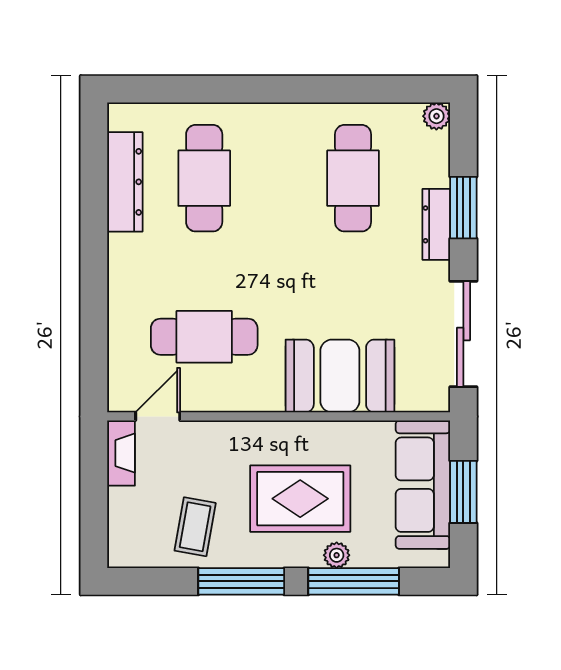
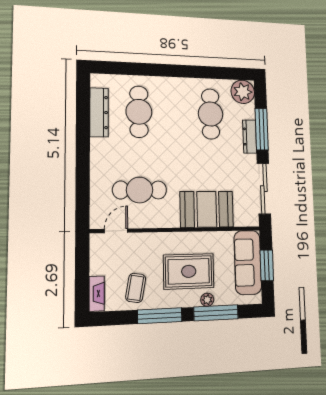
plant: (436, 116) -> (243, 92), width x1.88, depth x1.88
window: (463, 208) -> (262, 129), width x1.44
fireplace: (121, 453) -> (97, 294), moved

